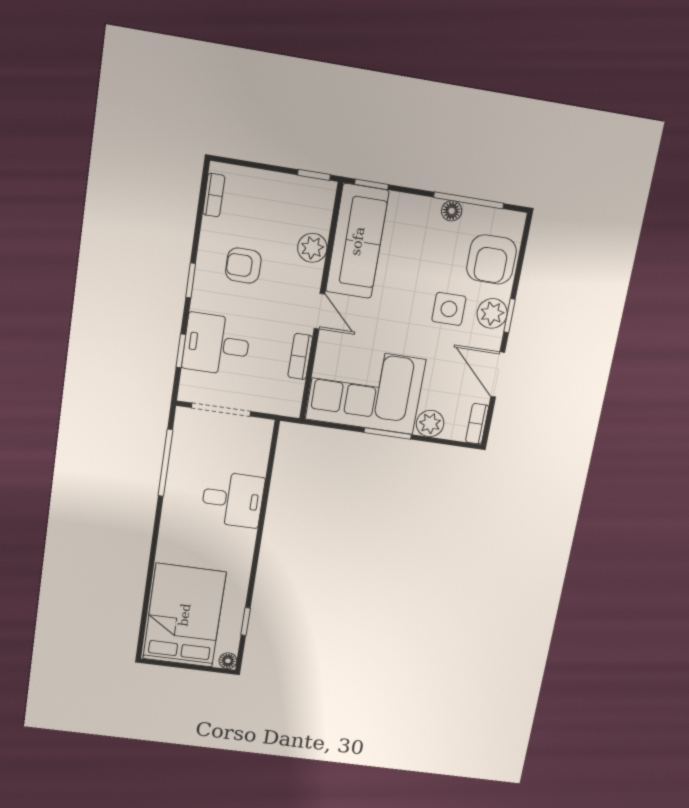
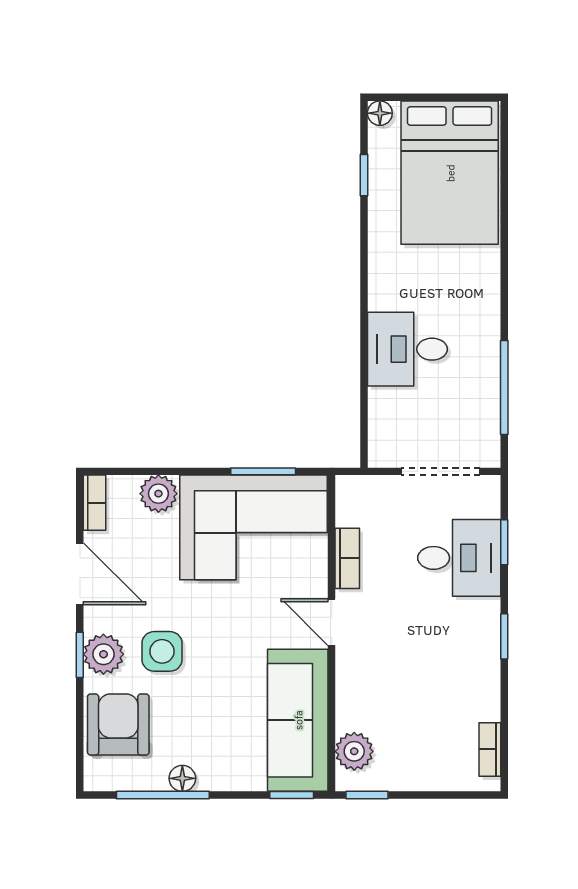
plant: (312, 248) -> (354, 751), moved
armchair: (243, 266) -> (439, 666), removed
window: (388, 434) -> (263, 471), moved

